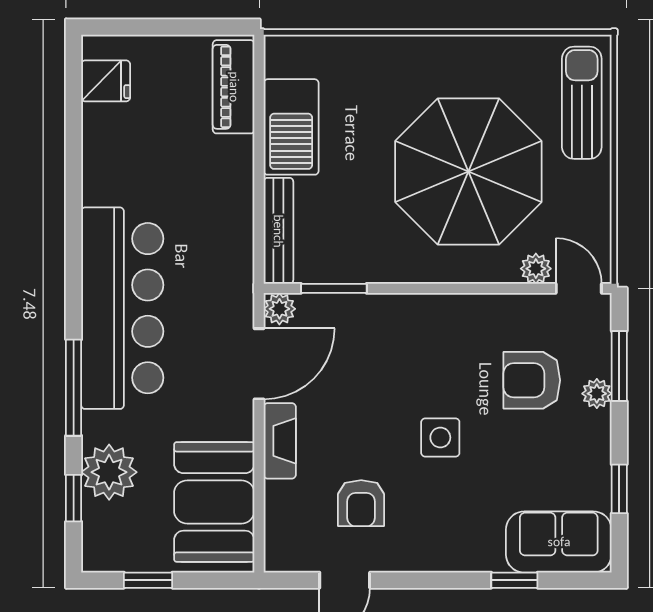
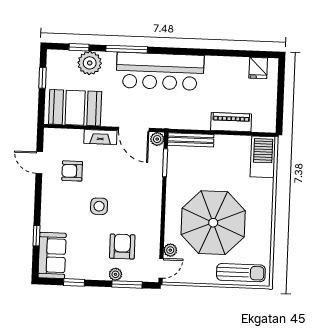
piano: (234, 87) -> (231, 122), moved
barbecue: (291, 127) -> (263, 157), moved, turned 90

